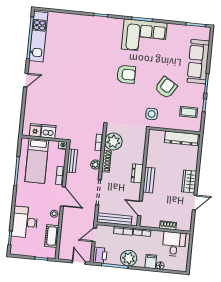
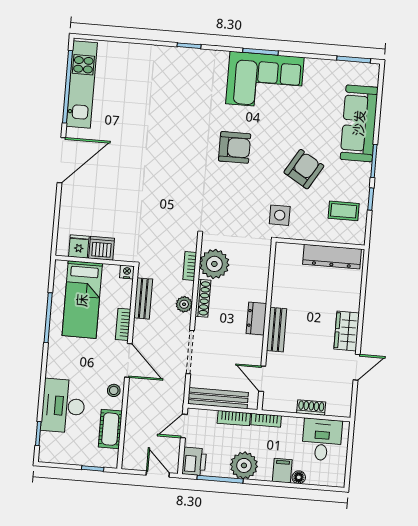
door: (26, 80) -> (61, 160), width x1.87

